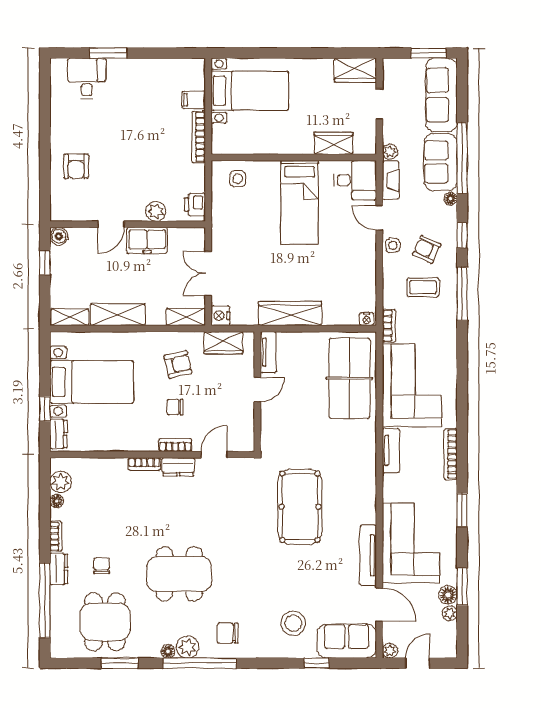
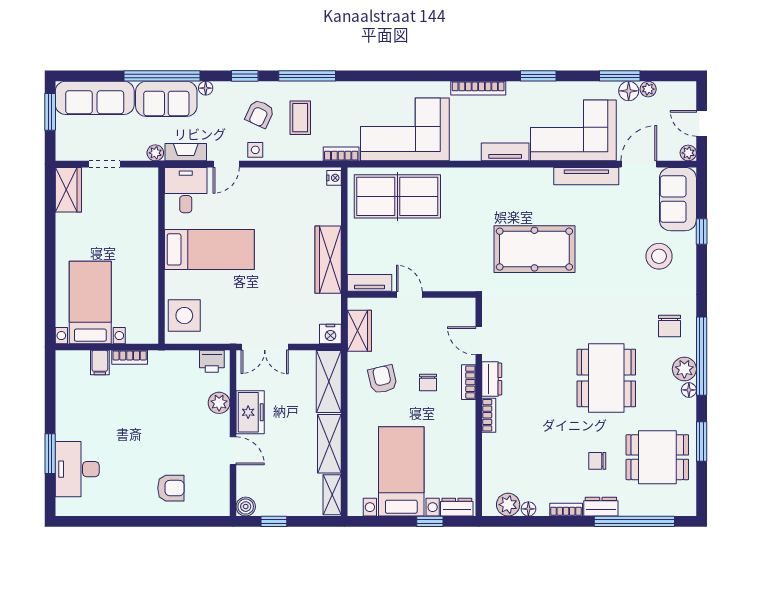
desk: (87, 79) -> (77, 469), width x1.37
bookcase: (199, 137) -> (130, 357), width x0.64
wardrobe: (333, 143) -> (146, 213), removed
side table: (238, 179) -> (184, 316), width x1.87, depth x1.87
double door: (208, 274) -> (265, 347), moved
shelving: (186, 317) -> (329, 382), width x1.50, depth x1.33
tv unit: (391, 450) -> (505, 152), moved

